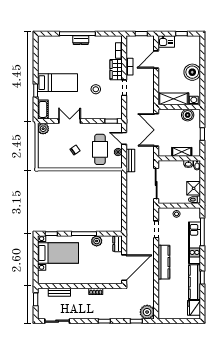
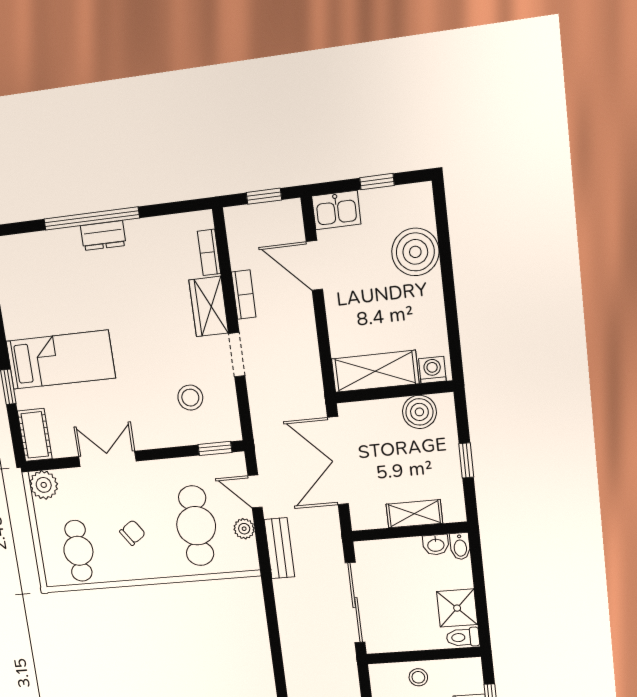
door: (156, 59) -> (314, 265), hinge flipped
boiler: (192, 72) -> (415, 252), moved
stool: (96, 89) -> (190, 398), moved
cafe table: (53, 155) -> (78, 551), added

